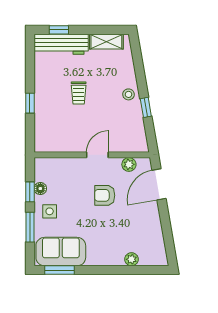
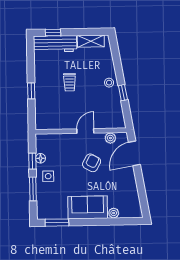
armchair: (105, 195) -> (92, 163), turned 118
sofa: (61, 252) -> (88, 207), moved

